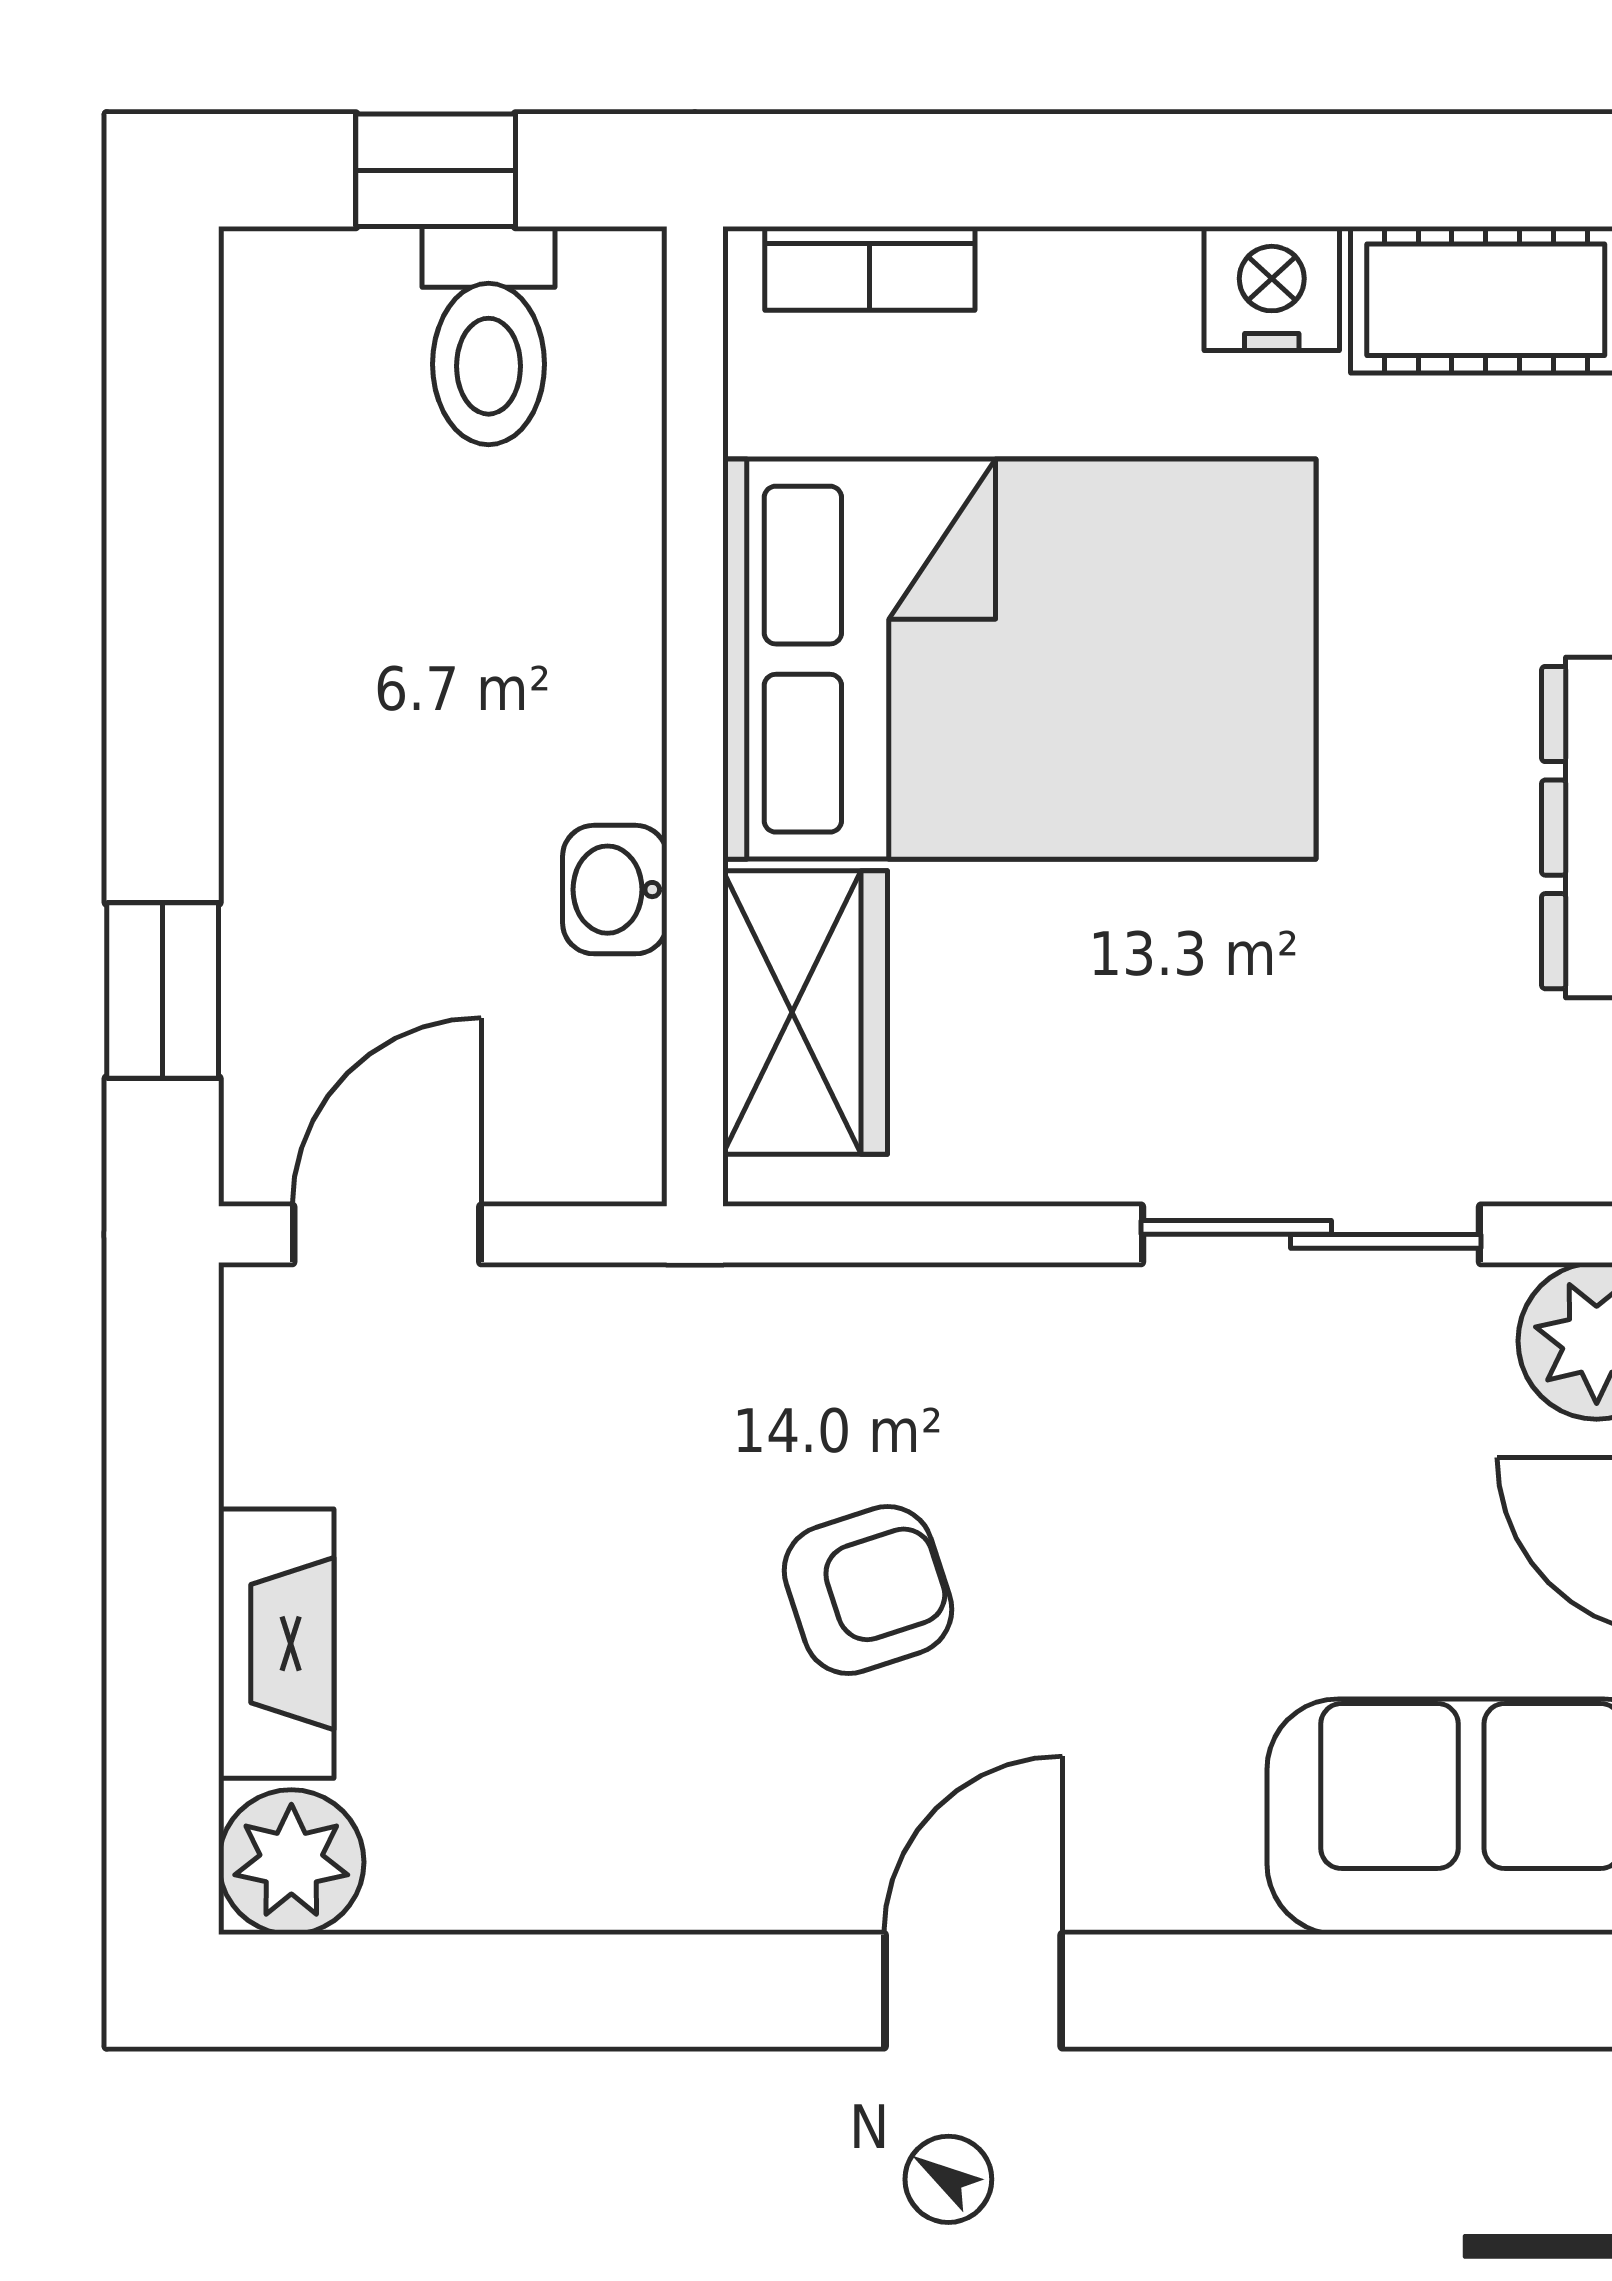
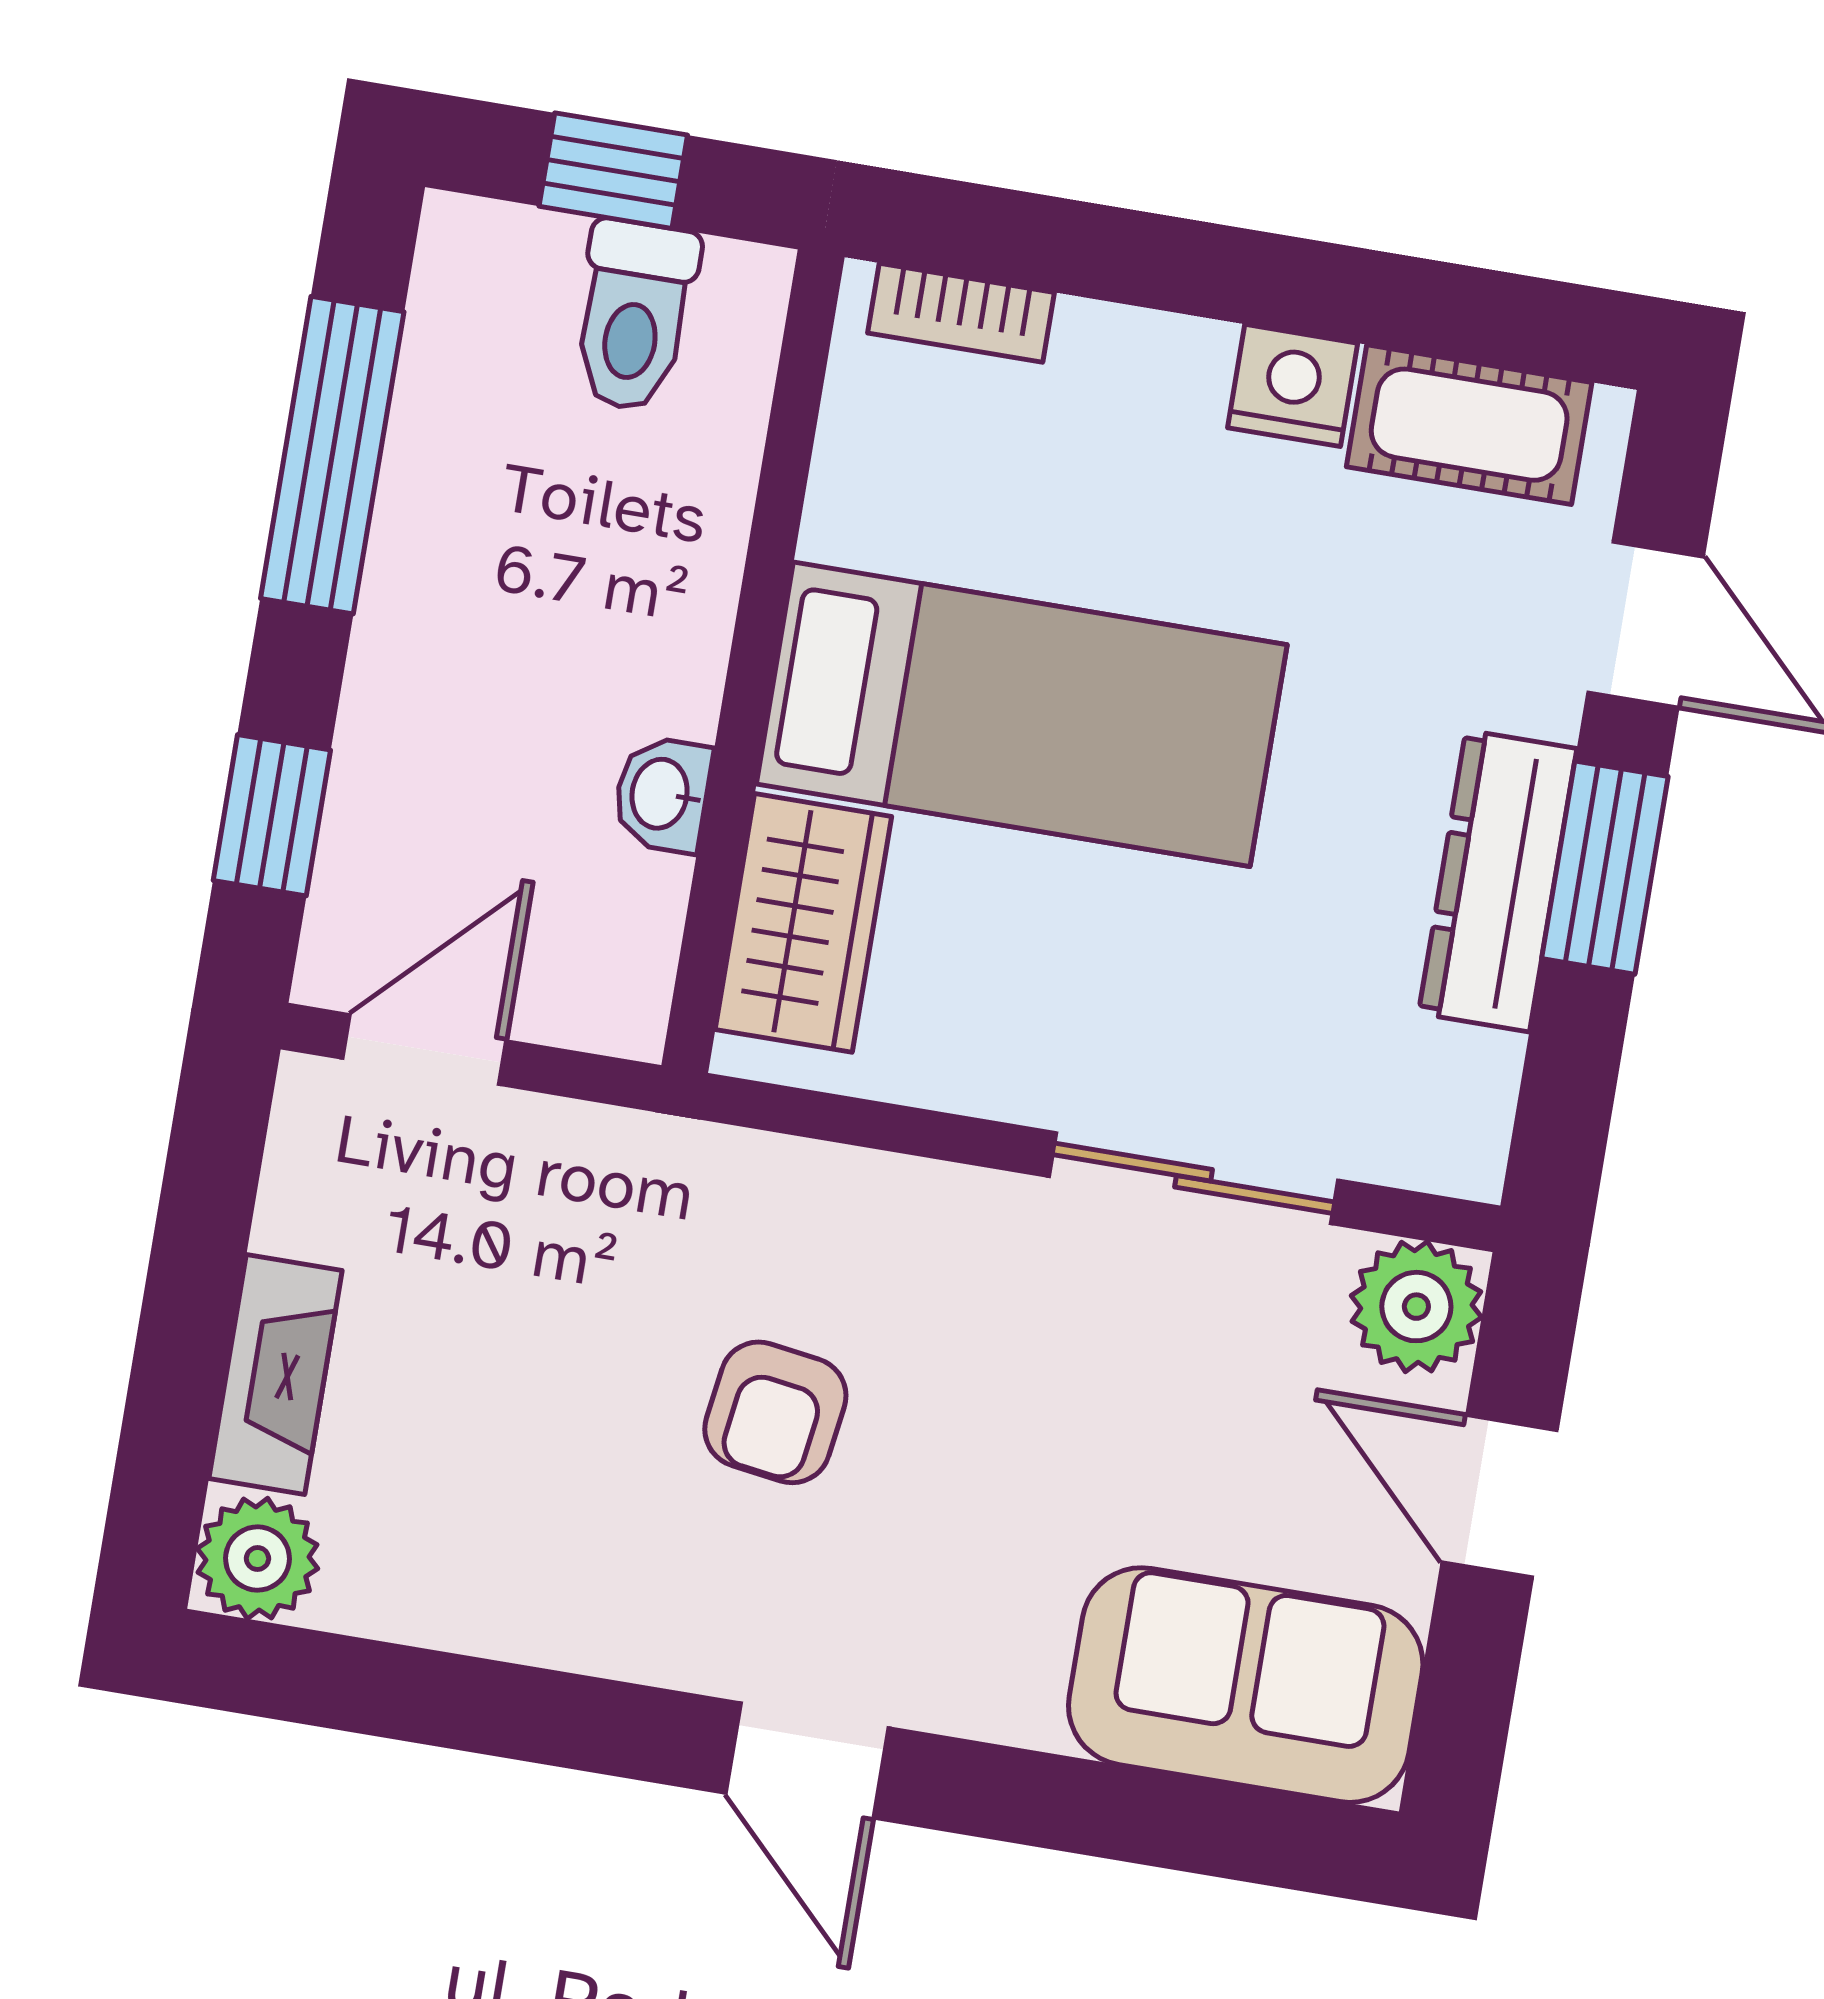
window: (163, 558) -> (332, 455), added
bed: (1019, 659) -> (1022, 714), width x0.67
armchair: (868, 1590) -> (775, 1412), turned 116
door: (973, 1991) -> (807, 1760), swing flipped

